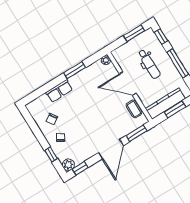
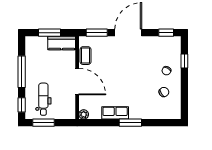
dental chair: (149, 64) -> (43, 99), moved
window: (75, 70) -> (130, 123), moved
row of seats: (59, 91) -> (115, 113), moved
kitchen counter: (165, 104) -> (62, 43), width x0.67
plant: (68, 165) -> (175, 42), removed

